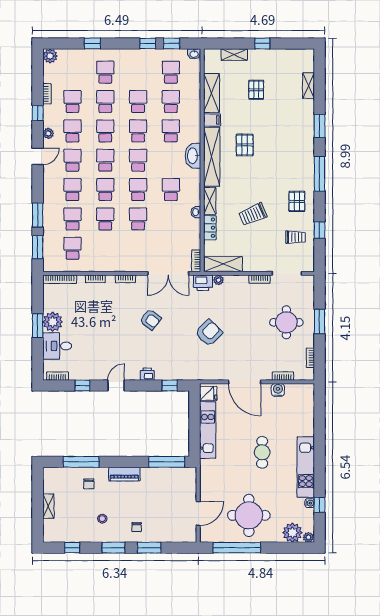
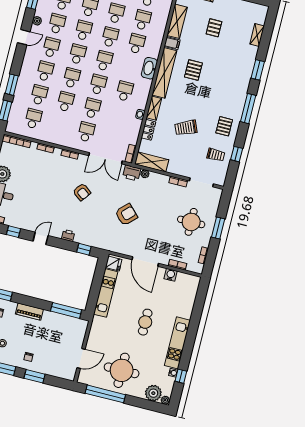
school desk: (138, 248) -> (86, 132), added

